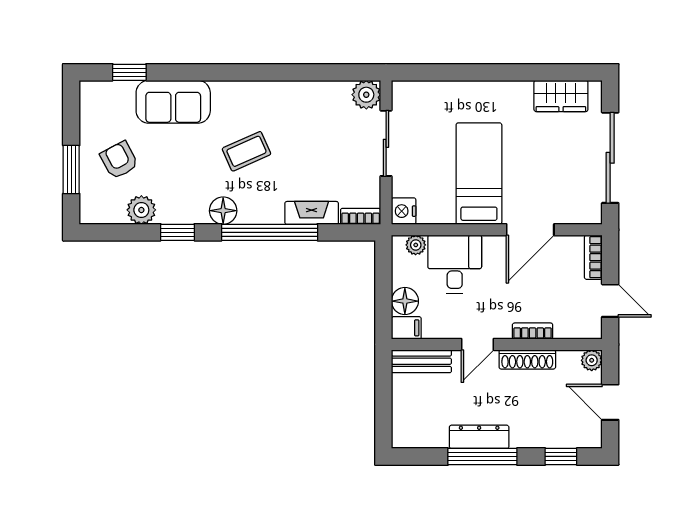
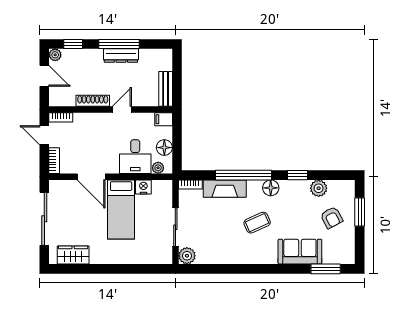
window: (129, 72) -> (326, 269), width x1.50
nightstand: (404, 211) -> (143, 187), moved, turned -90
fireplace: (312, 213) -> (225, 189), width x1.37, depth x1.32
door: (530, 230) -> (91, 177), swing flipped
floor lamp: (405, 301) -> (164, 148), moved
bookcase: (533, 331) -> (61, 117), moved
plant: (592, 360) -> (55, 55), moved
bench: (421, 361) -> (166, 89), moved, turned 90

